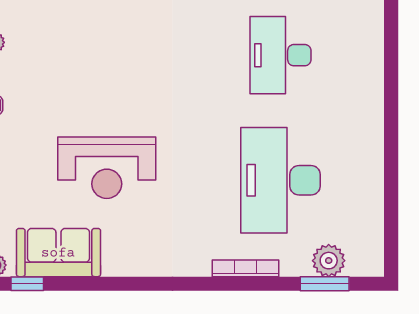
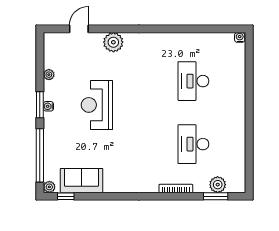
reception desk: (107, 168) -> (97, 105), moved, turned 90
desk: (280, 180) -> (193, 144), width x0.73, depth x0.77

